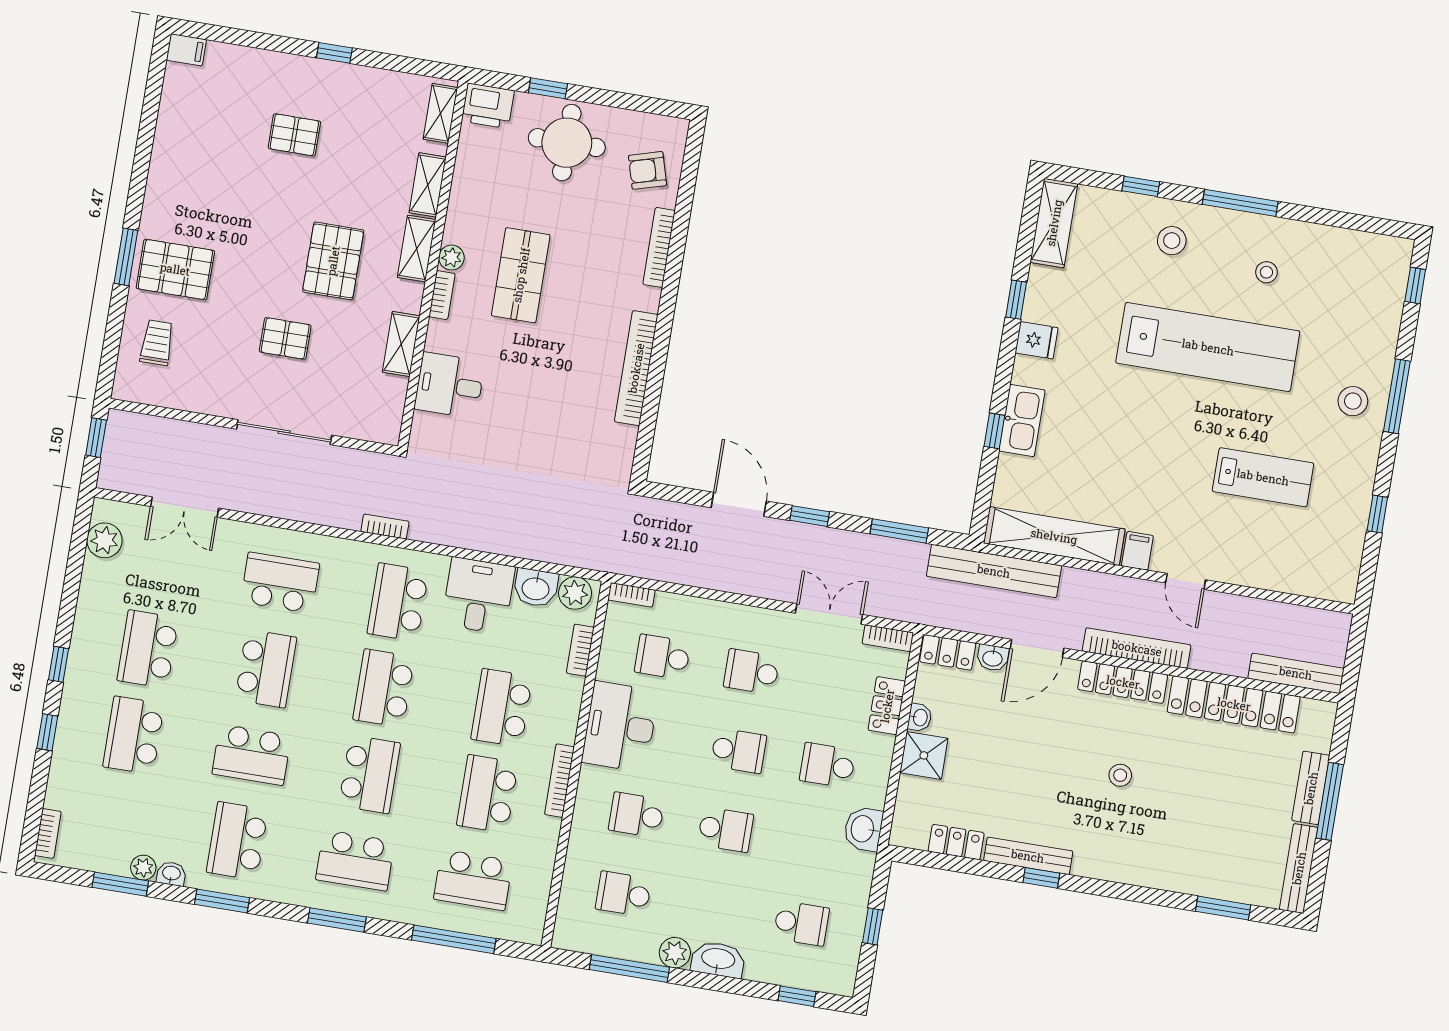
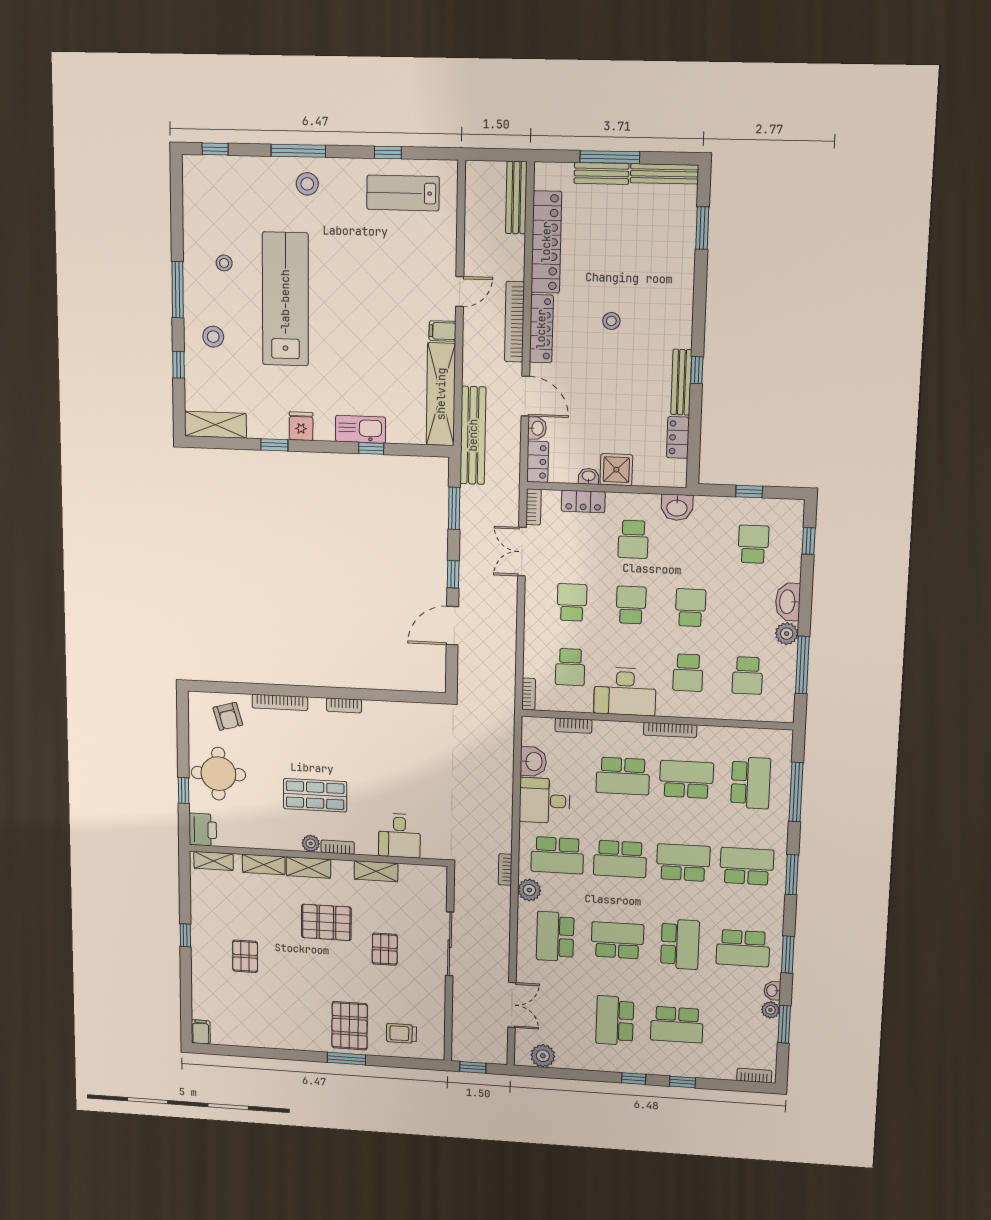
bookcase: (636, 368) -> (344, 705), width x0.43, depth x0.76
lab bench: (1263, 477) -> (403, 193), moved, turned -90
plant: (575, 593) -> (529, 890), moved
school desk: (148, 649) -> (615, 1021), turned 90
school desk: (752, 672) -> (572, 602), turned 180
school desk: (487, 794) -> (686, 779), turned 180
school desk: (355, 860) -> (747, 866), turned -90

